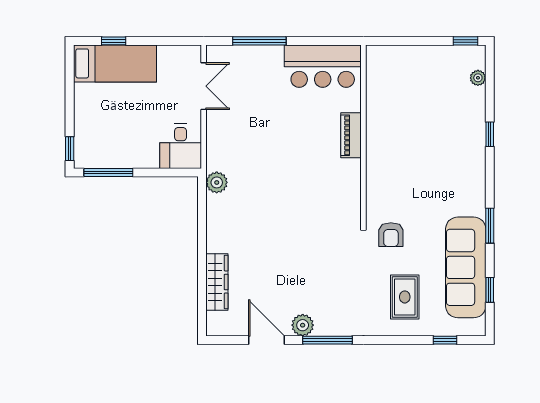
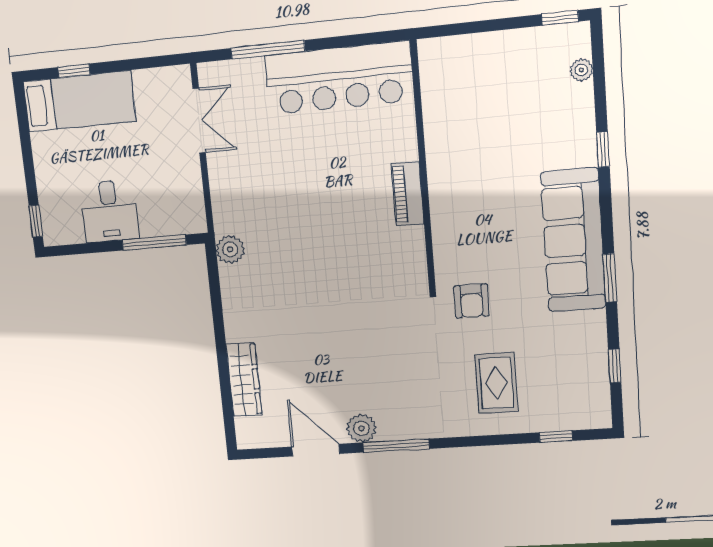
bar counter: (323, 66) -> (339, 78), width x1.36
piano: (351, 135) -> (408, 194), moved
desk: (181, 146) -> (110, 211), moved
window: (108, 173) -> (154, 243), moved
sofa: (466, 267) -> (573, 240), moved

